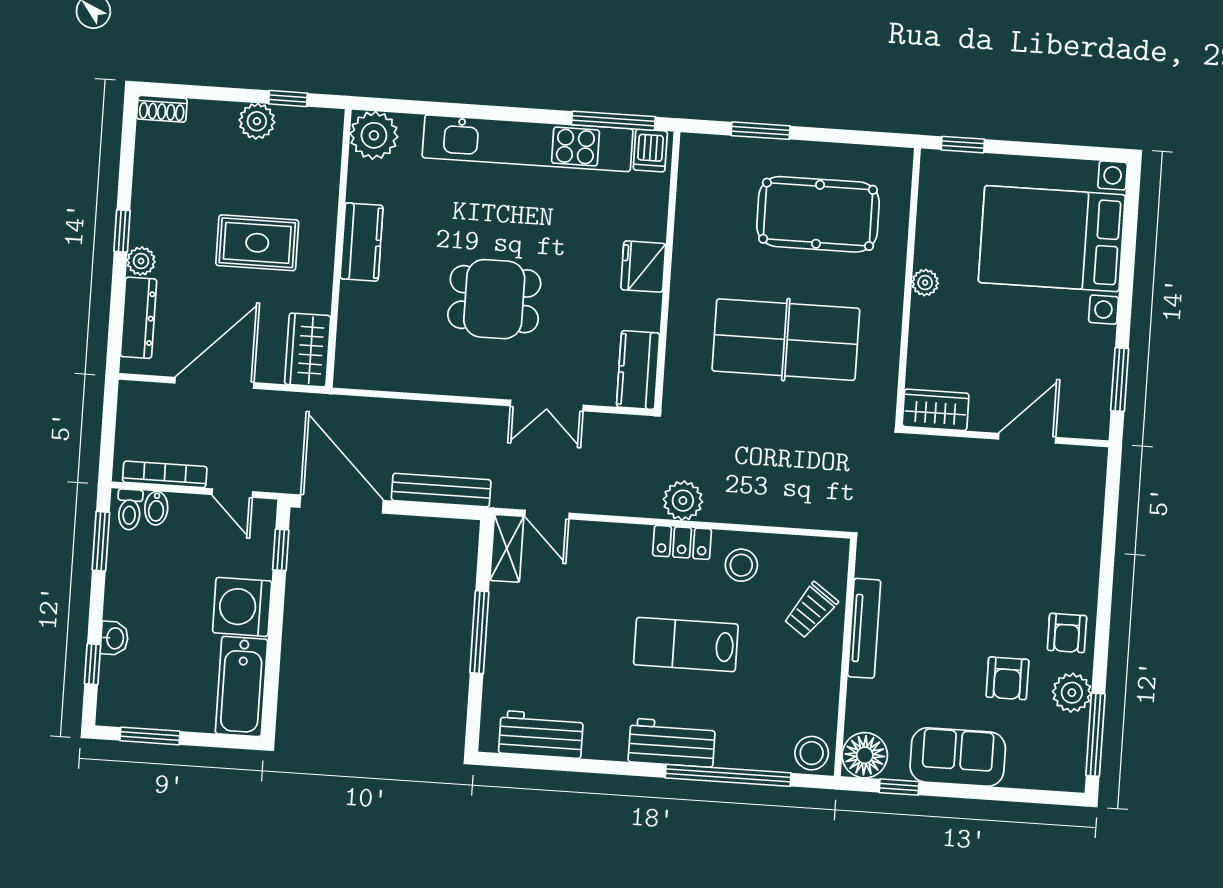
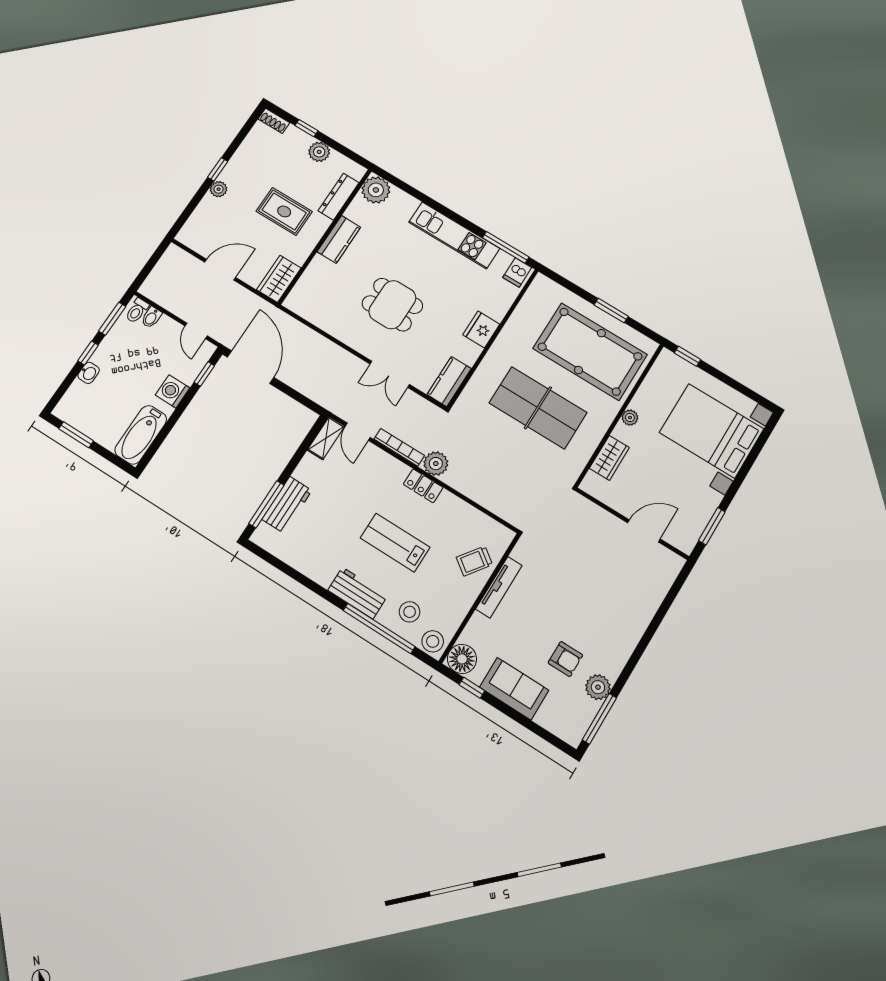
window: (288, 99) -> (306, 128), moved
window: (761, 131) -> (611, 311), moved
kitchen unit: (528, 143) -> (454, 235), width x0.73
pool table: (818, 214) -> (590, 352), width x1.36, depth x1.32
dresser: (139, 318) -> (339, 197), moved, turned 180
door: (214, 383) -> (220, 270), width x0.73
wardrobe: (936, 410) -> (609, 458), moved, turned 90
bookcase: (165, 474) -> (399, 447), moved
bench: (441, 490) -> (308, 388), removed
stool: (741, 565) -> (410, 612), moved
washing machine: (242, 607) -> (173, 391), width x0.73, depth x0.73
window: (479, 632) -> (266, 504), moved
armchair: (1067, 633) -> (612, 652), removed
window: (92, 664) -> (88, 353), moved
armchair: (1007, 678) -> (565, 659), turned -90
workbench: (541, 734) -> (287, 505), moved, turned 90

